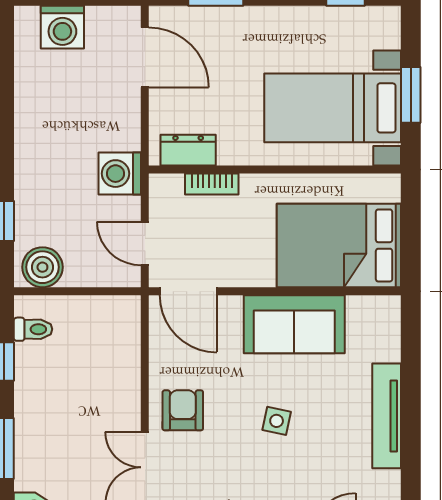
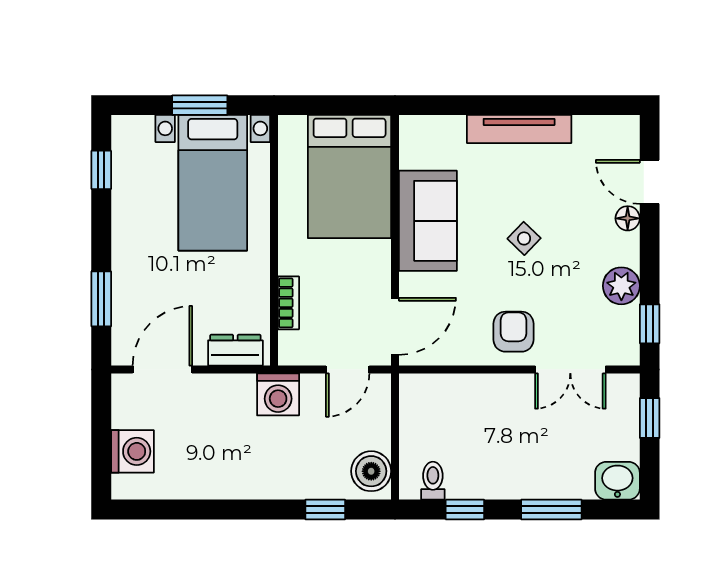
dresser: (188, 150) -> (235, 350), moved, turned 90
armchair: (183, 410) -> (513, 332), turned 90
side table: (277, 421) -> (524, 238), turned 32

